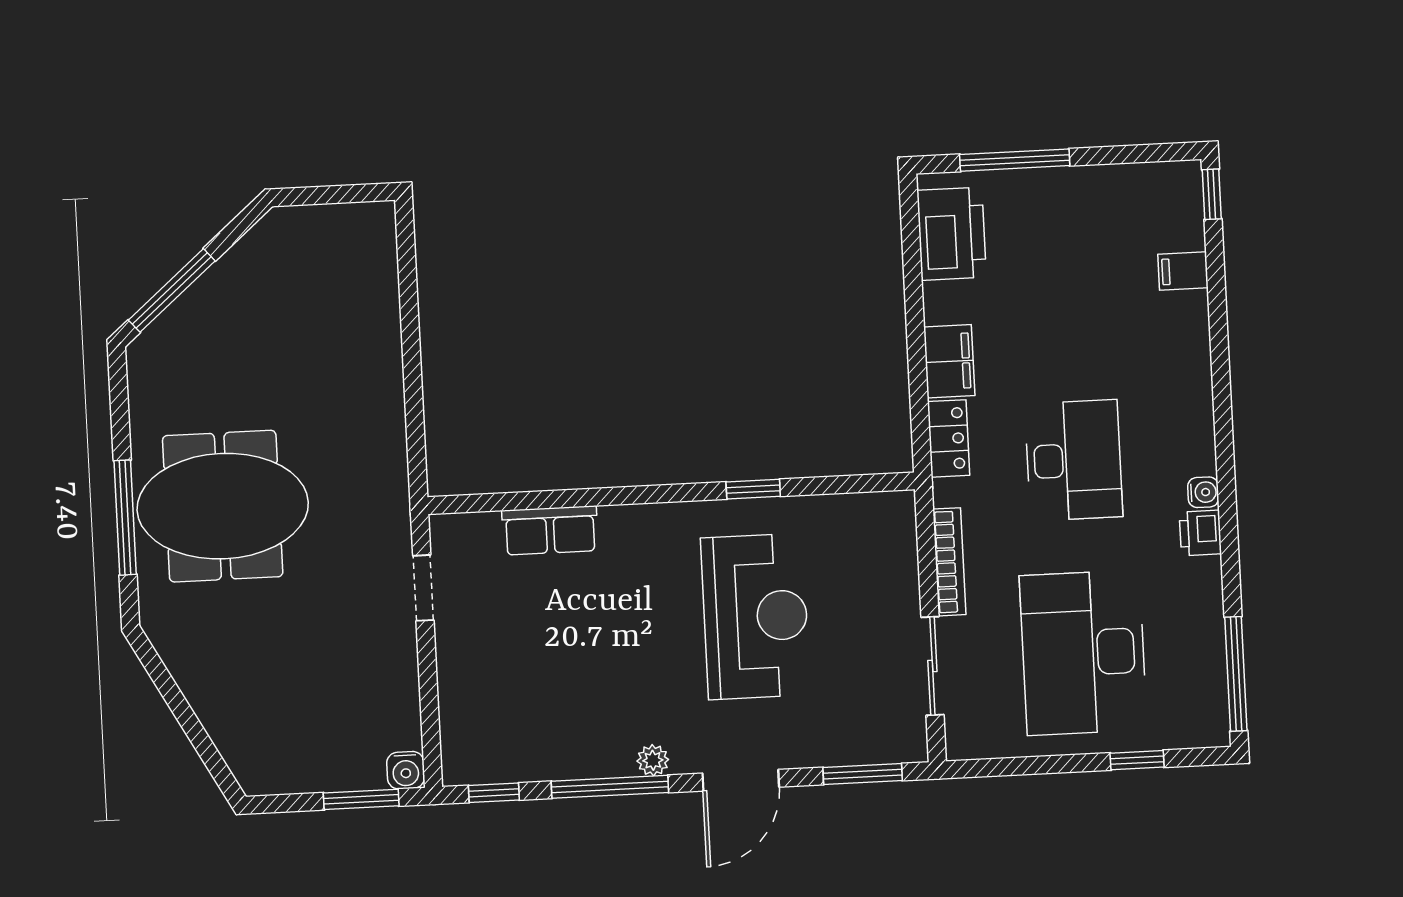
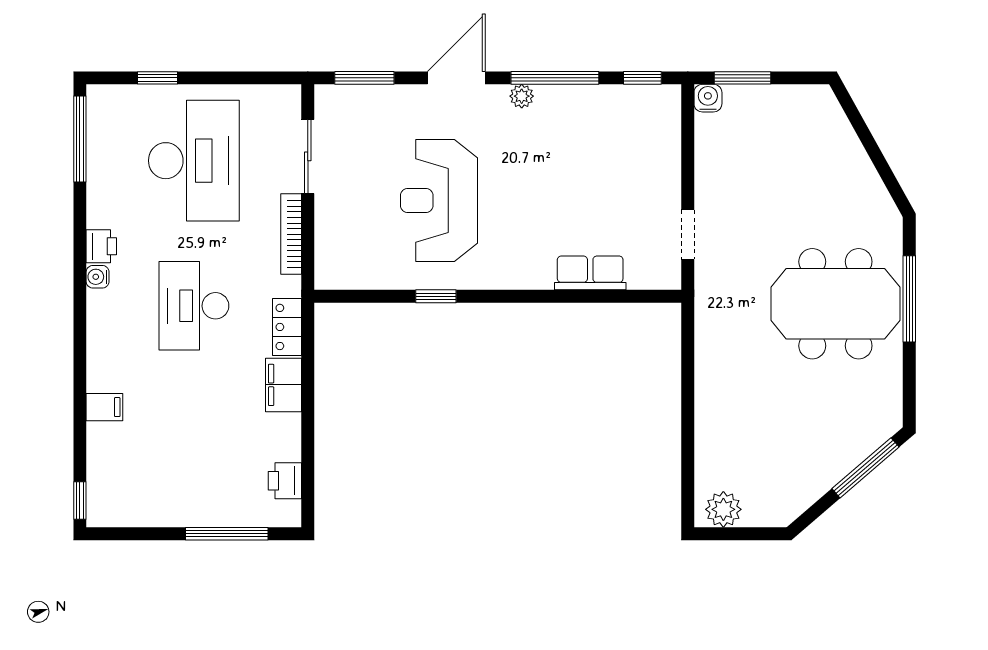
plant: (358, 226) -> (723, 509), added
printer: (952, 234) -> (285, 481), width x0.53, depth x0.68
filing cabinet: (1183, 271) -> (104, 407), moved

